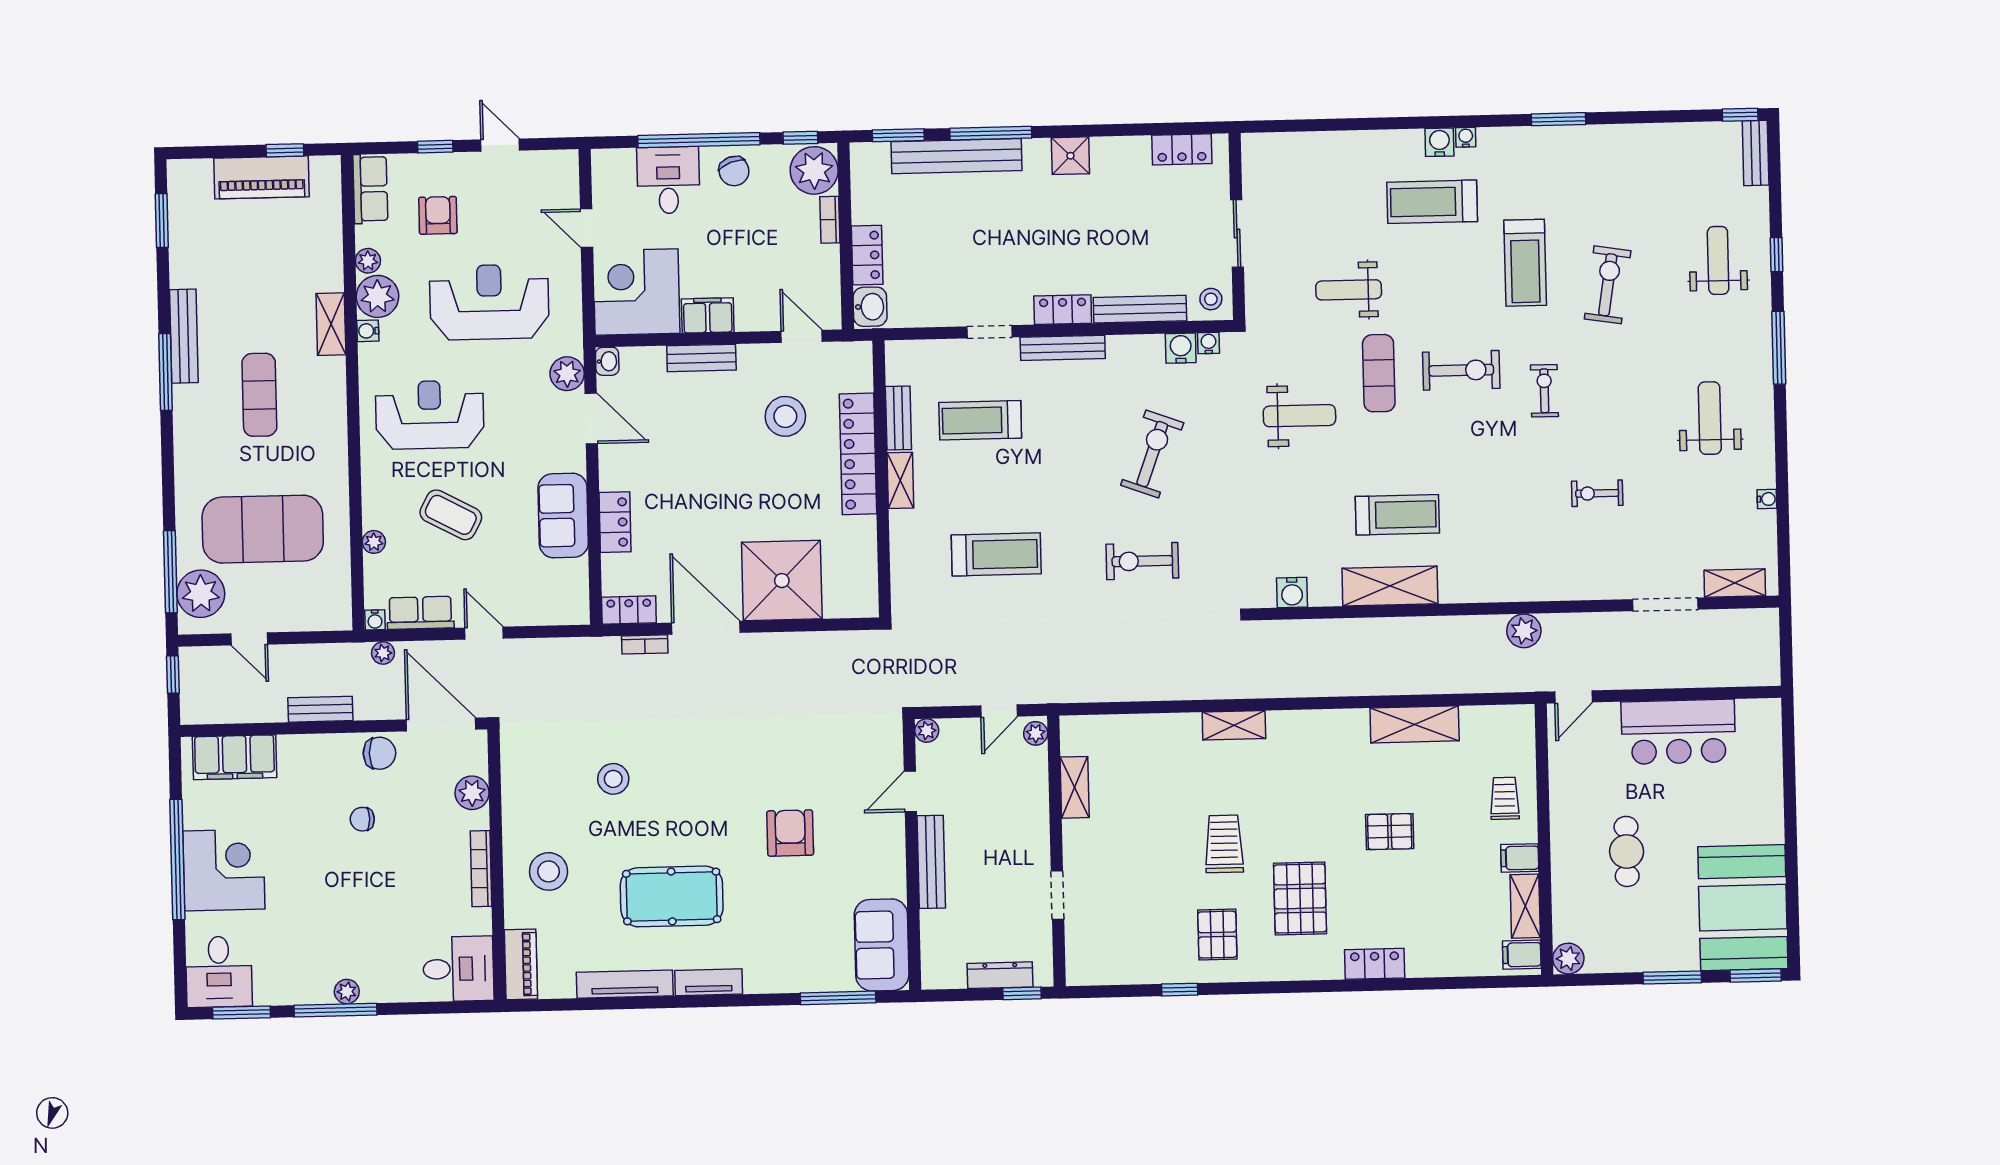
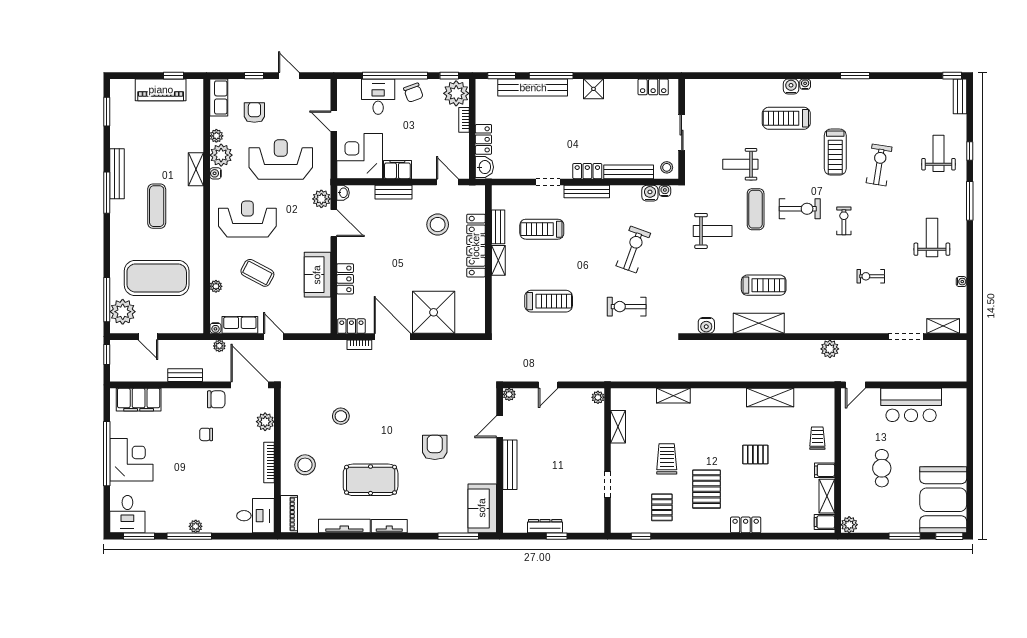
plant: (1036, 733) -> (598, 397), moved
shelving: (1075, 787) -> (618, 427), moved
wall: (1056, 851) -> (607, 461), moved
doorway: (1057, 895) -> (607, 484), moved

